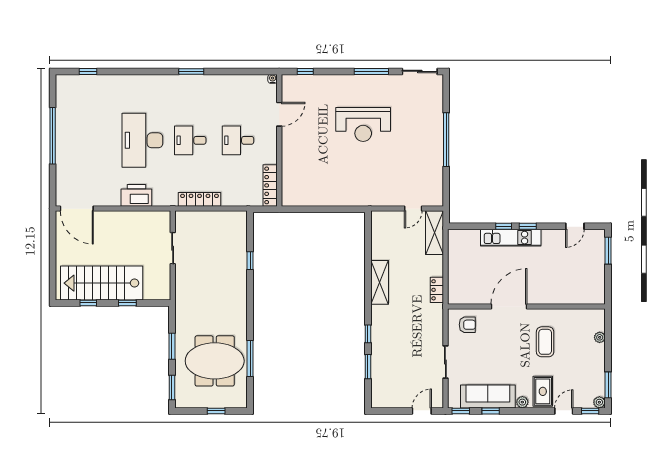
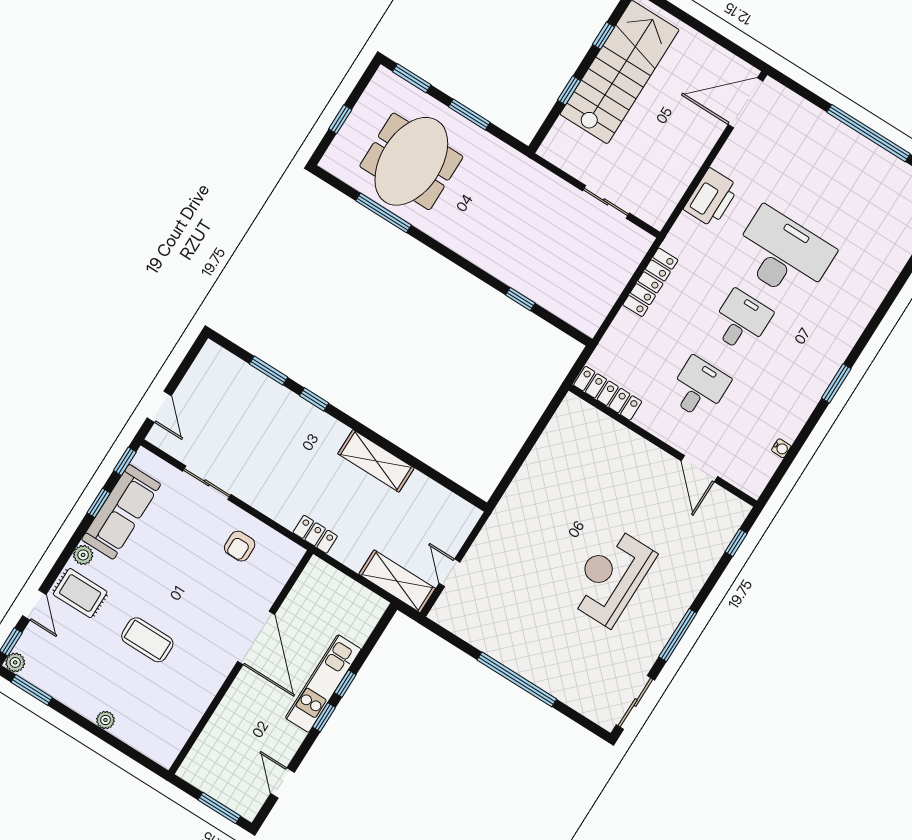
water cooler: (273, 79) -> (781, 448), moved
door: (509, 307) -> (256, 638), moved
wall: (526, 307) -> (241, 662), moved

